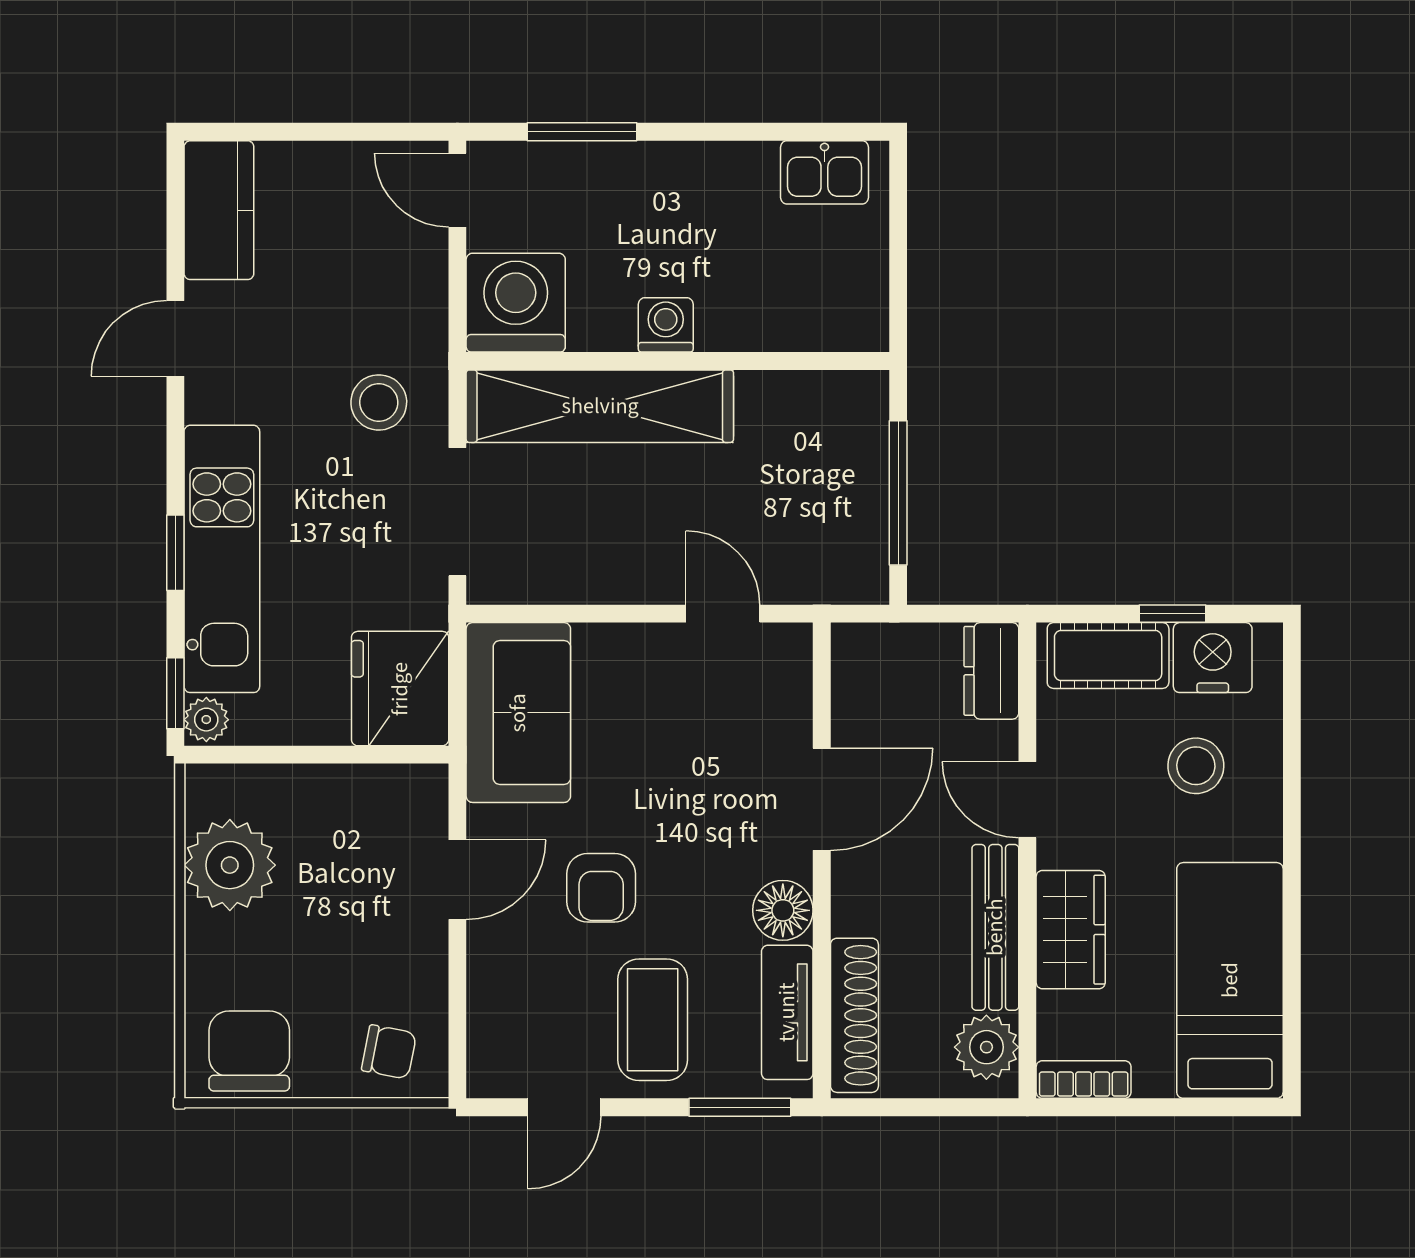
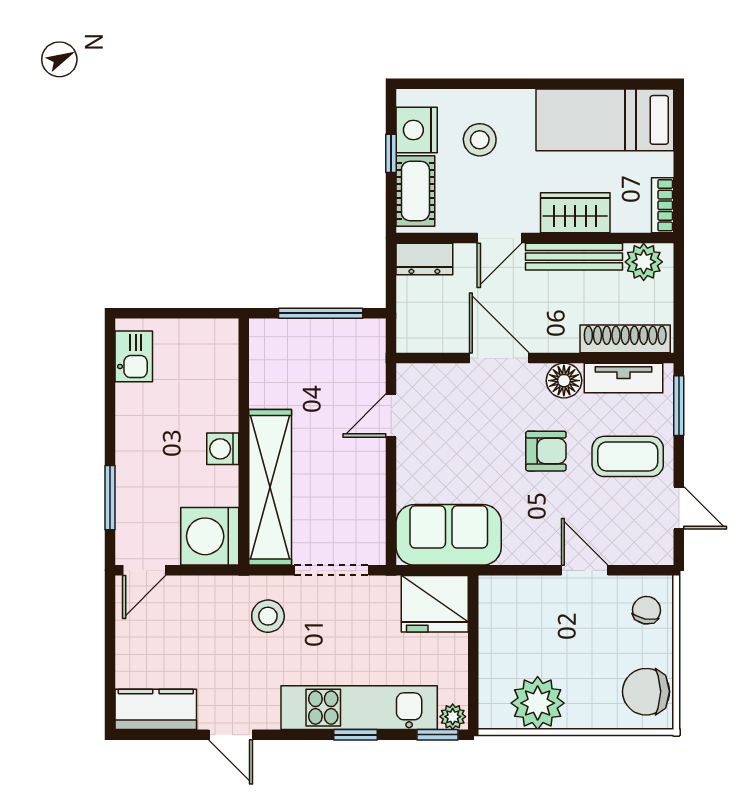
door: (457, 880) -> (585, 570), moved
armchair: (601, 888) -> (546, 451), moved

